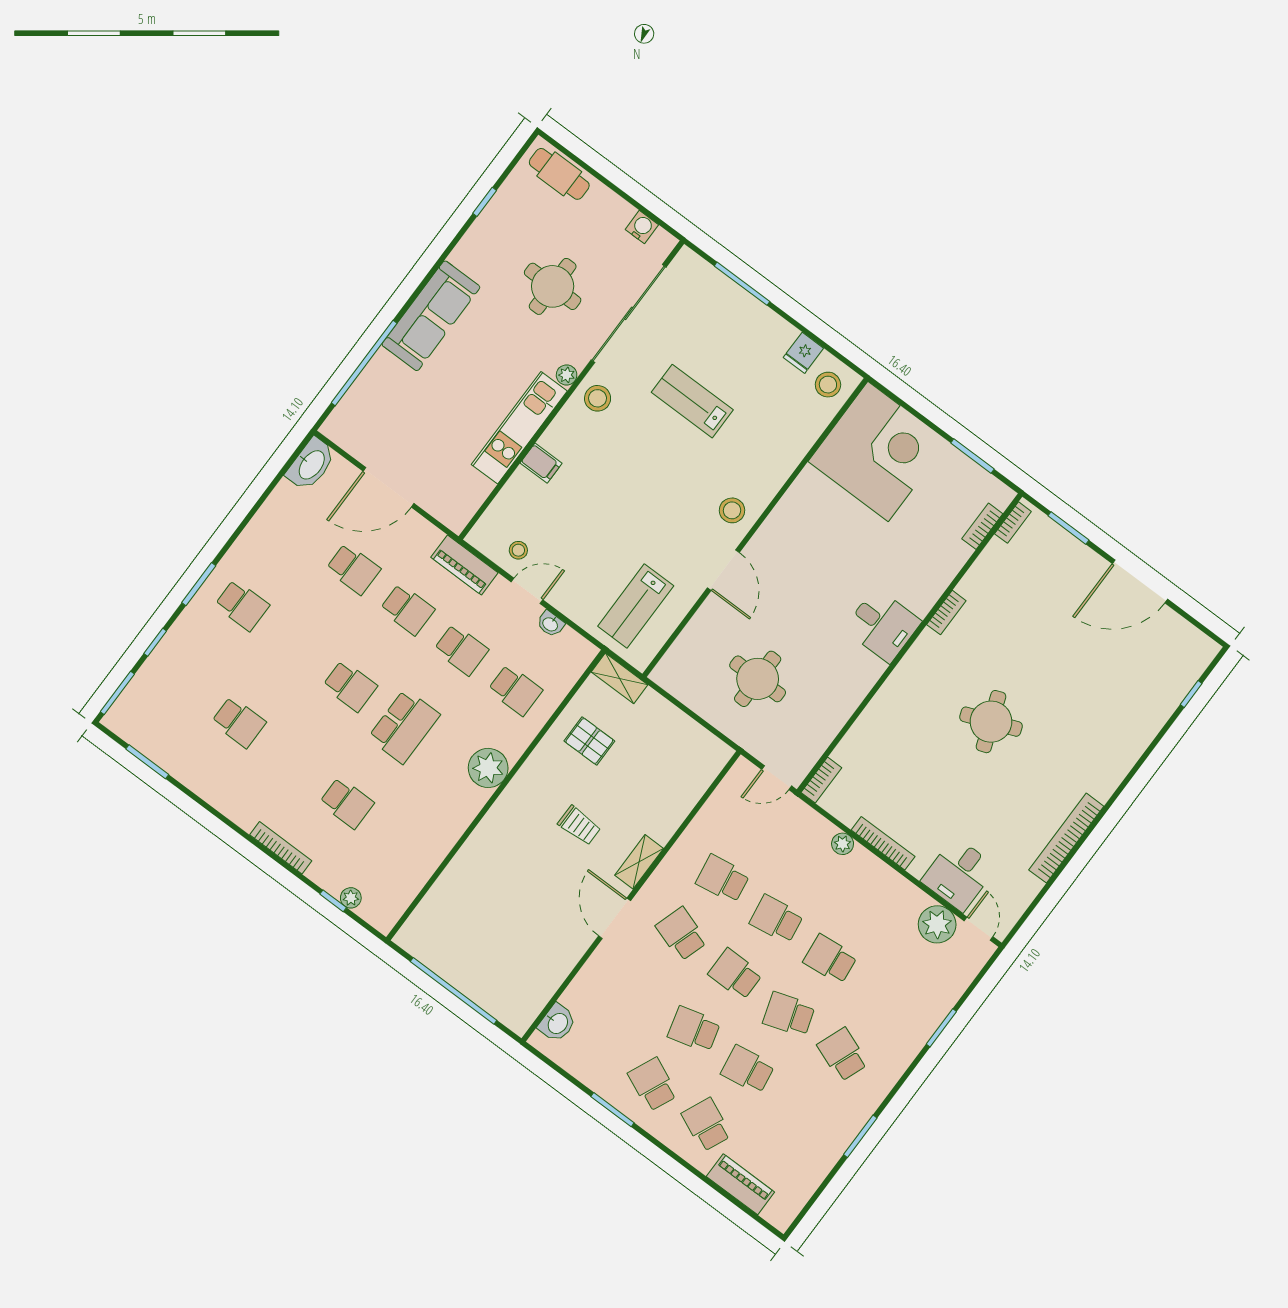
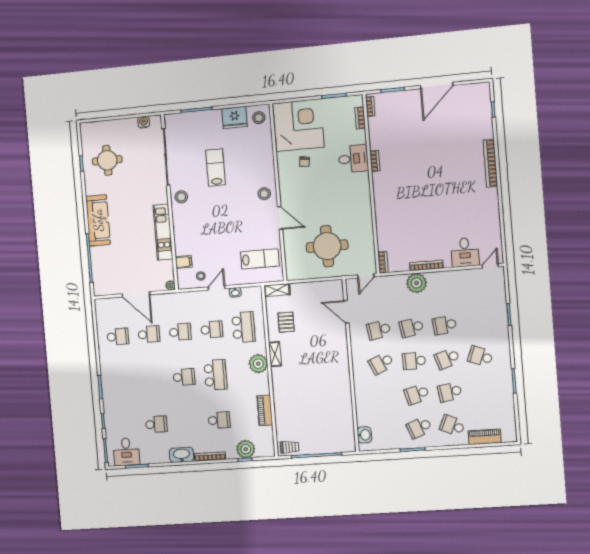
cafe table: (559, 174) -> (99, 130), removed
round table: (553, 286) -> (107, 160), moved
fridge: (803, 353) -> (235, 117), width x1.88, depth x1.34
plant: (567, 375) -> (170, 285), moved
lab bench: (692, 401) -> (216, 167), turned 90
filing cabinet: (541, 463) -> (184, 262), moved
washbasin: (311, 464) -> (182, 455), moved, turned -90
door: (388, 487) -> (136, 294), hinge flipped
chair: (838, 517) -> (305, 162), added
piano: (464, 565) -> (265, 410), moved, turned 90
school desk: (242, 605) -> (118, 337), moved
lab bench: (636, 606) -> (260, 259), turned -90
desk: (882, 625) -> (353, 159), moved
round table: (758, 679) -> (327, 246), width x1.36, depth x1.36
school desk: (515, 690) -> (243, 327), width x1.85
round table: (991, 722) -> (427, 186), removed
desk: (150, 724) -> (126, 452), added
pallet: (589, 741) -> (286, 322), turned 90
trolley: (579, 825) -> (290, 447), moved
bookcase: (1066, 838) -> (490, 163), moved
plant: (843, 844) -> (417, 283), width x1.88, depth x1.88
shelving: (639, 862) -> (275, 354), moved
plant: (351, 898) -> (246, 449), width x1.88, depth x1.88
door: (615, 918) -> (346, 312), moved
plant: (937, 924) -> (473, 278), removed
door: (979, 929) -> (490, 266), hinge flipped
school desk: (682, 934) -> (381, 363), turned -42
school desk: (653, 1084) -> (419, 428), turned -45

